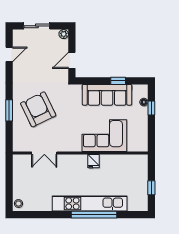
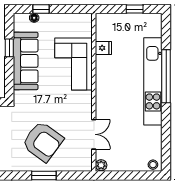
armchair: (38, 109) -> (43, 142), turned -118
plant: (18, 159) -> (101, 165), added
fridge: (94, 161) -> (103, 48), moved

